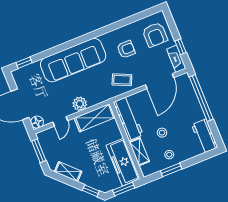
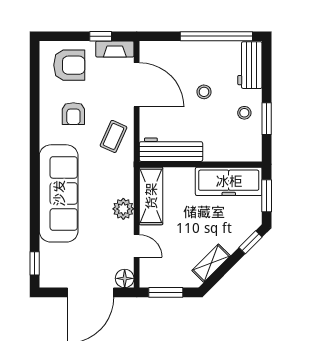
armchair: (126, 49) -> (73, 114), turned 180
window: (201, 98) -> (216, 36), moved
stool: (162, 133) -> (204, 92), moved
workbench: (205, 136) -> (250, 65), moved, turned 90
shelving: (139, 152) -> (223, 153), removed

